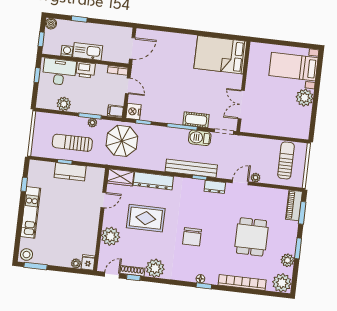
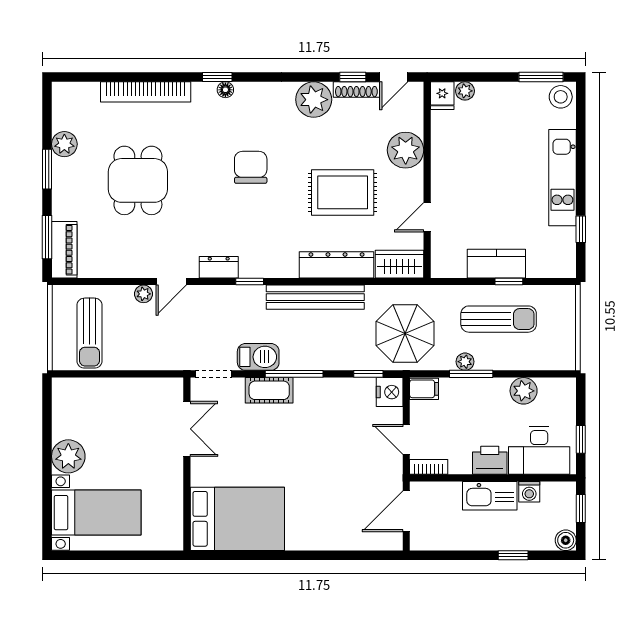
bench: (191, 168) -> (315, 297), moved
plant: (282, 283) -> (70, 100), removed

